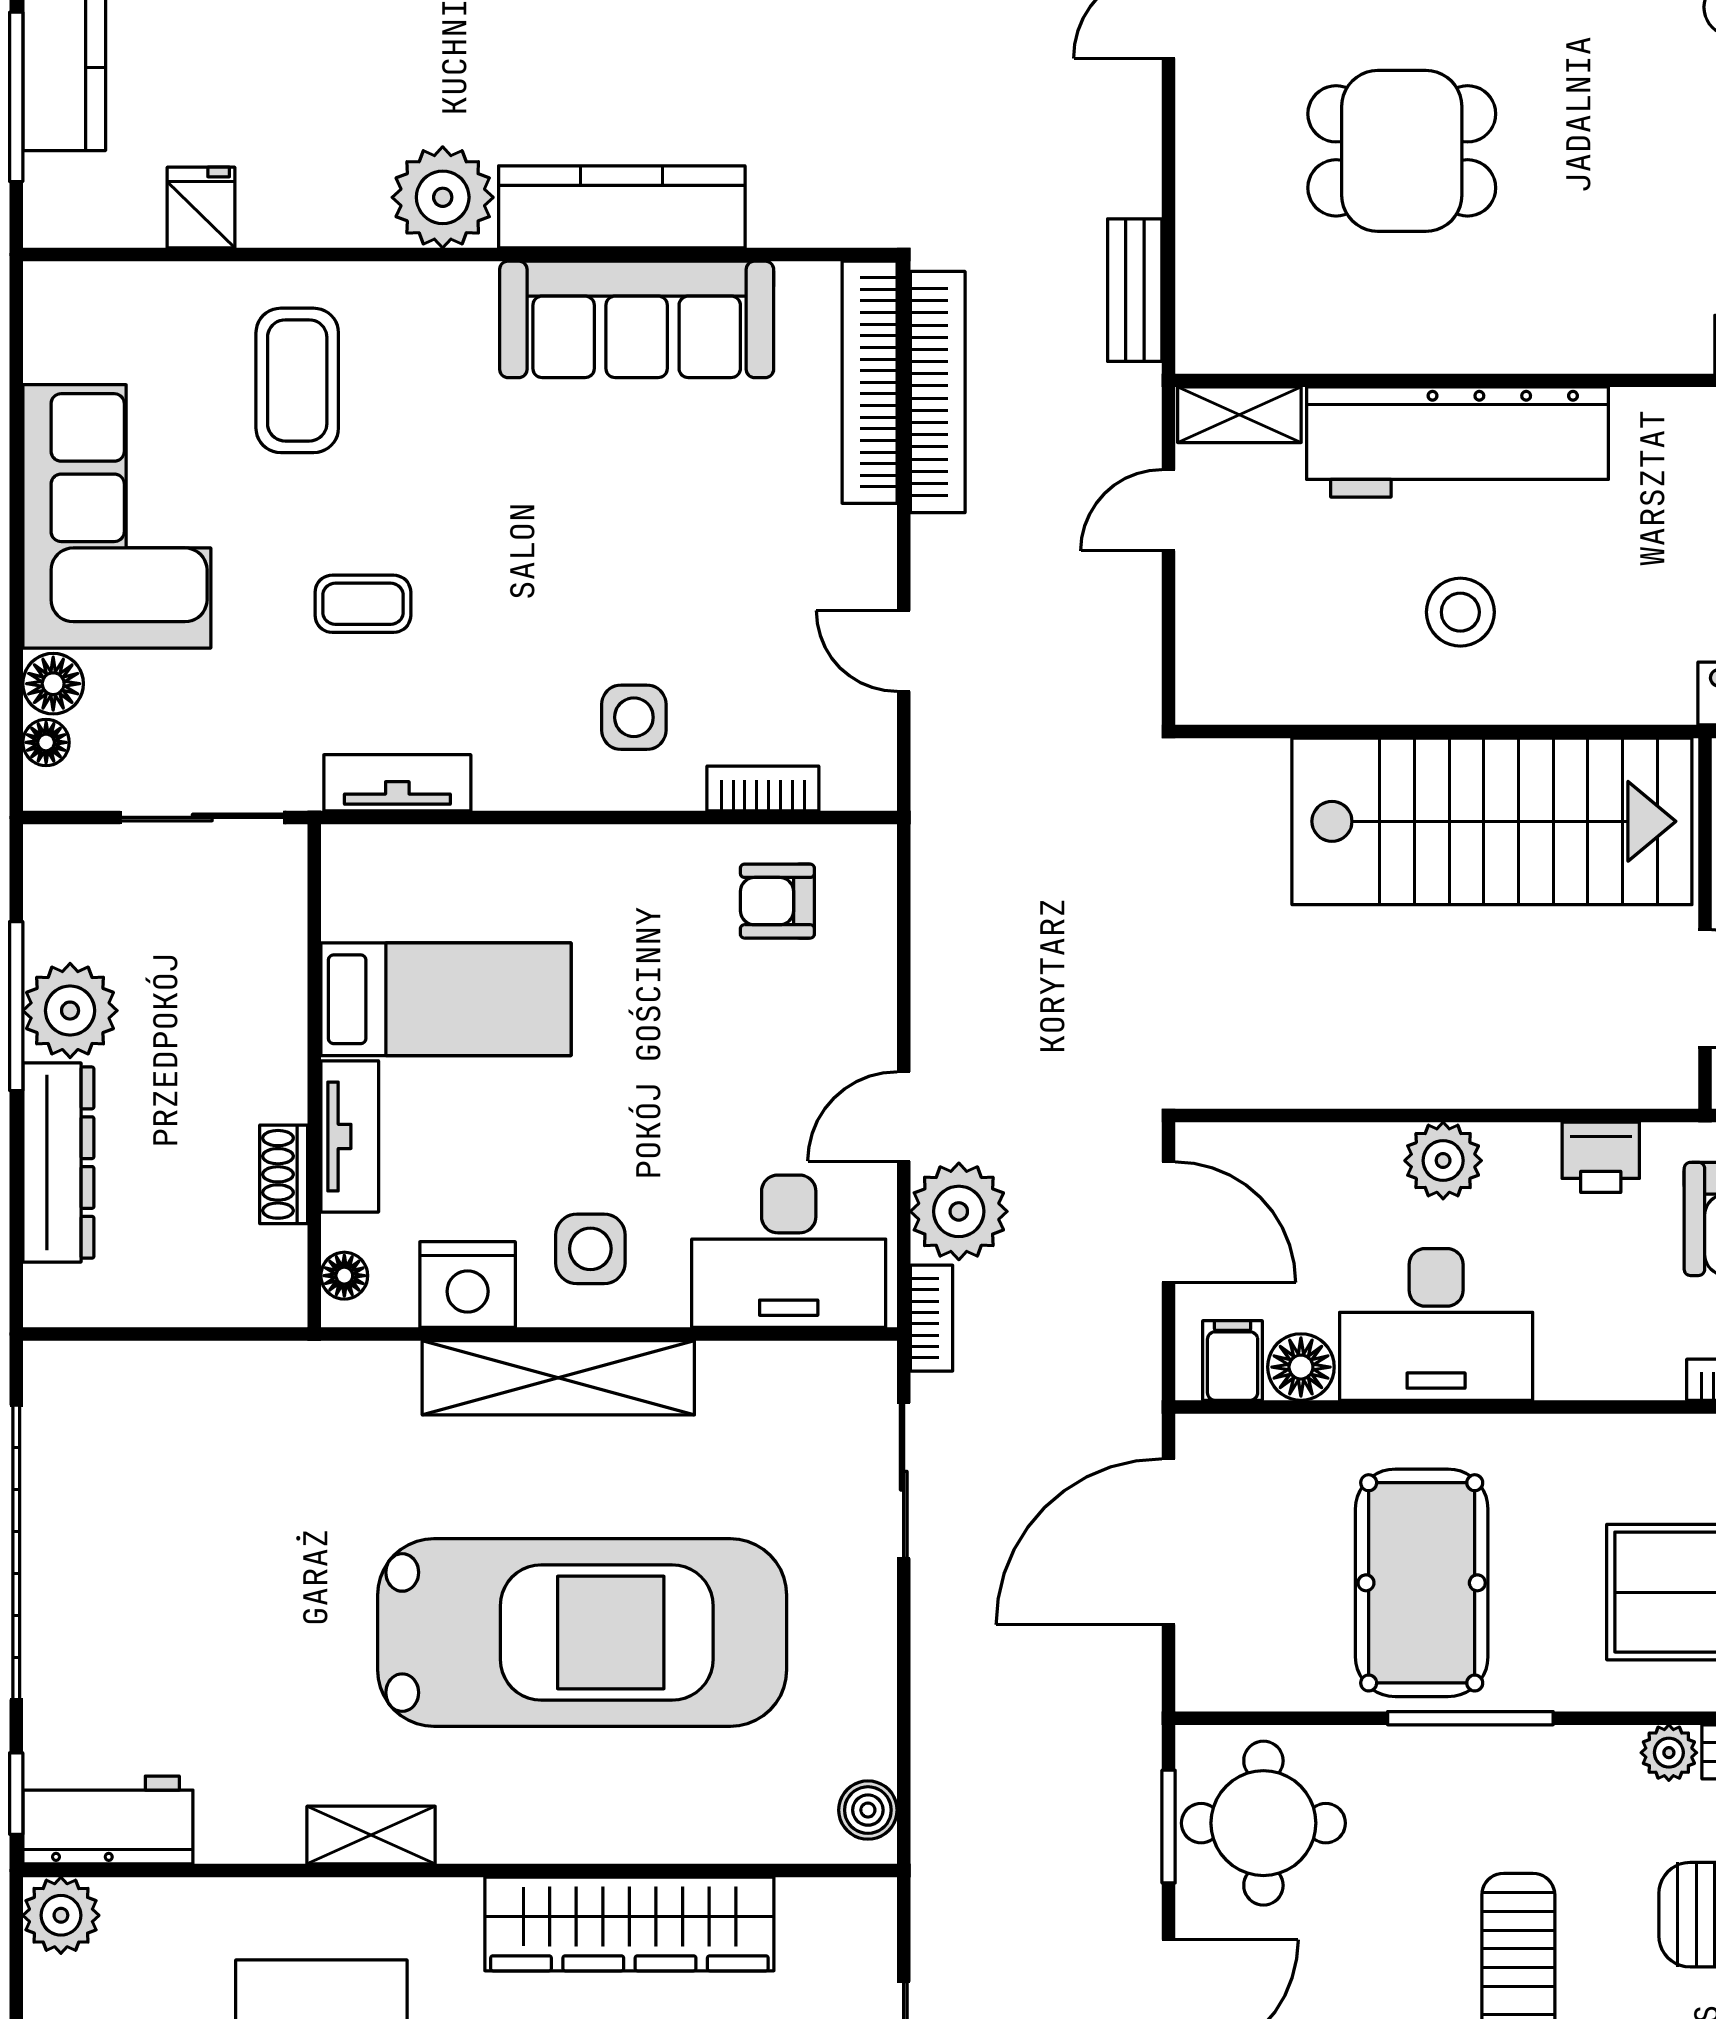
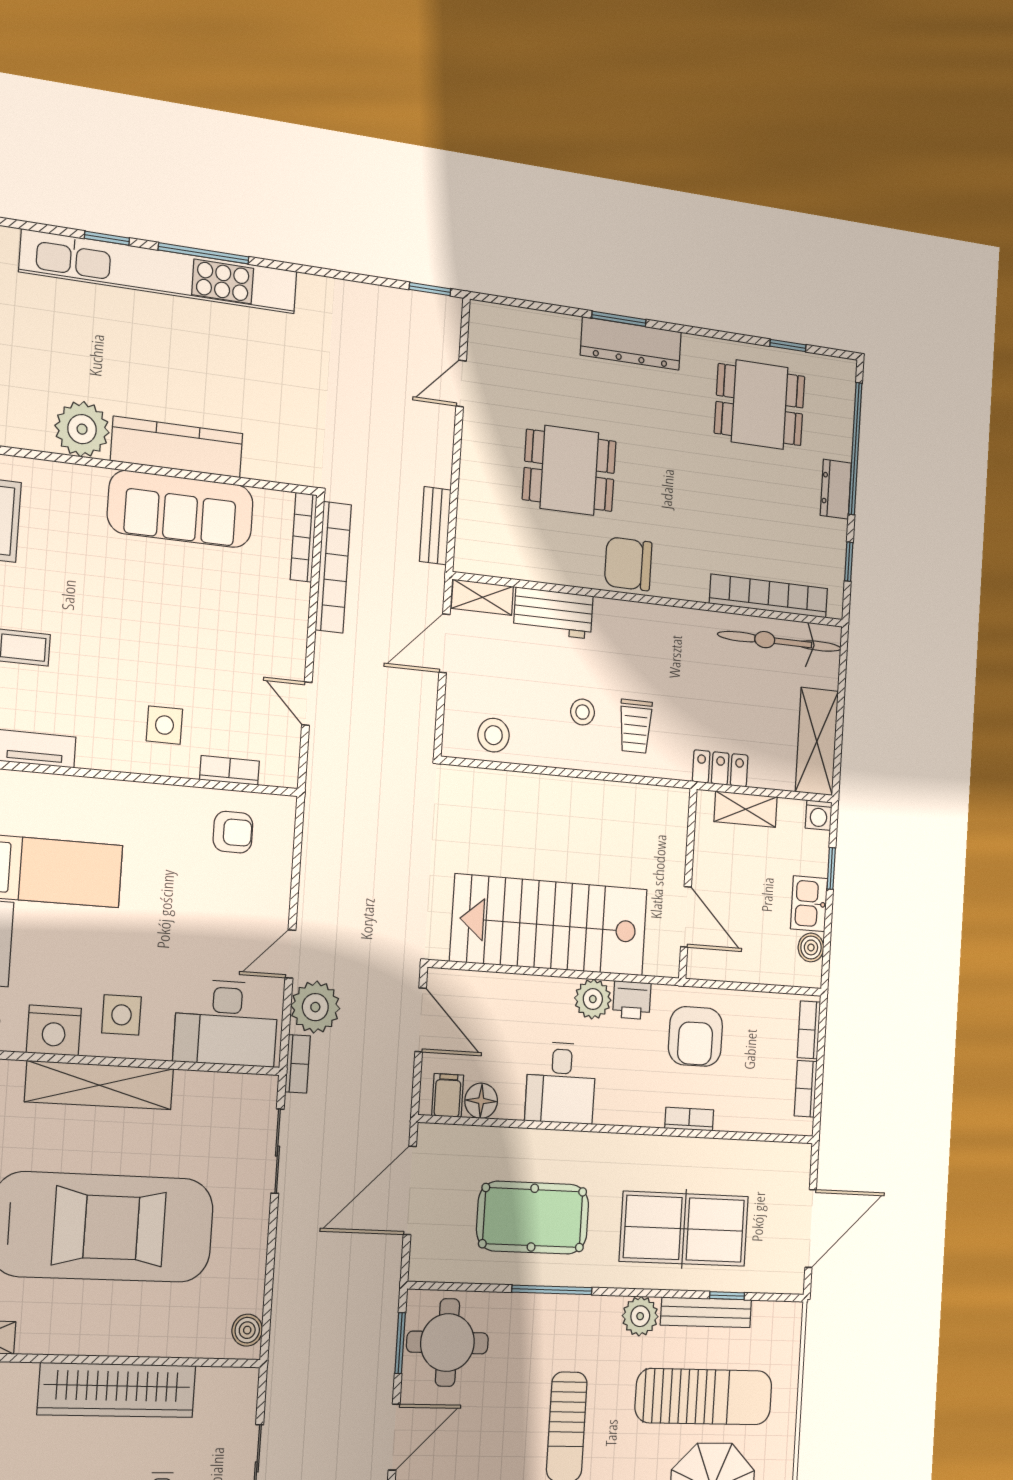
chair: (1537, 316) -> (628, 564), added
bookcase: (870, 382) -> (304, 537), width x0.68, depth x0.76
workbench: (1457, 442) -> (553, 613), width x0.53, depth x0.76
door: (1169, 510) -> (445, 643), width x1.37
stool: (1460, 612) -> (583, 712), width x0.73, depth x0.73
trolley: (1573, 629) -> (635, 726), added
stool: (1280, 674) -> (494, 735), added
stairs: (1492, 821) -> (549, 925), moved, turned 180
armchair: (777, 901) -> (233, 832), turned 180
plant: (1443, 1161) -> (593, 999), moved
desk: (1436, 1324) -> (561, 1083), width x0.73
pool table: (1422, 1583) -> (533, 1218), turned 90
plant: (1669, 1753) -> (640, 1316), width x1.38, depth x1.38

